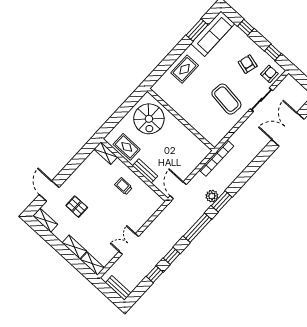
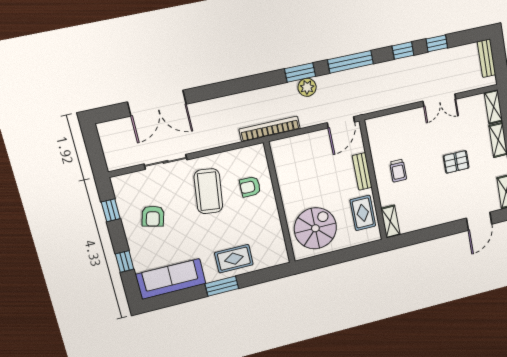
window: (197, 30) -> (222, 286), moved
armchair: (269, 74) -> (250, 187), moved
pallet: (77, 207) -> (456, 162), moved, turned 90

